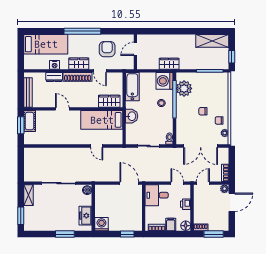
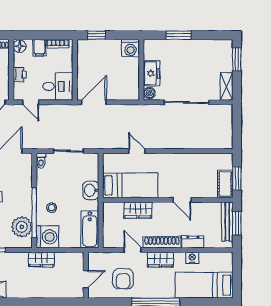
window: (21, 91) -> (237, 223), added
wardrobe: (109, 101) -> (138, 210), moved
door: (129, 183) -> (94, 102), swing flipped
freezer: (85, 216) -> (152, 73), moved

